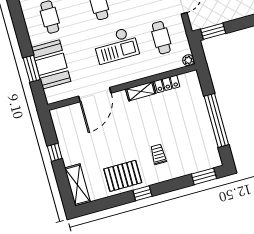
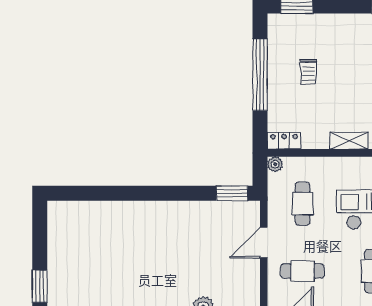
locker: (167, 84) -> (284, 141), moved
trolley: (158, 154) -> (308, 72), moved

